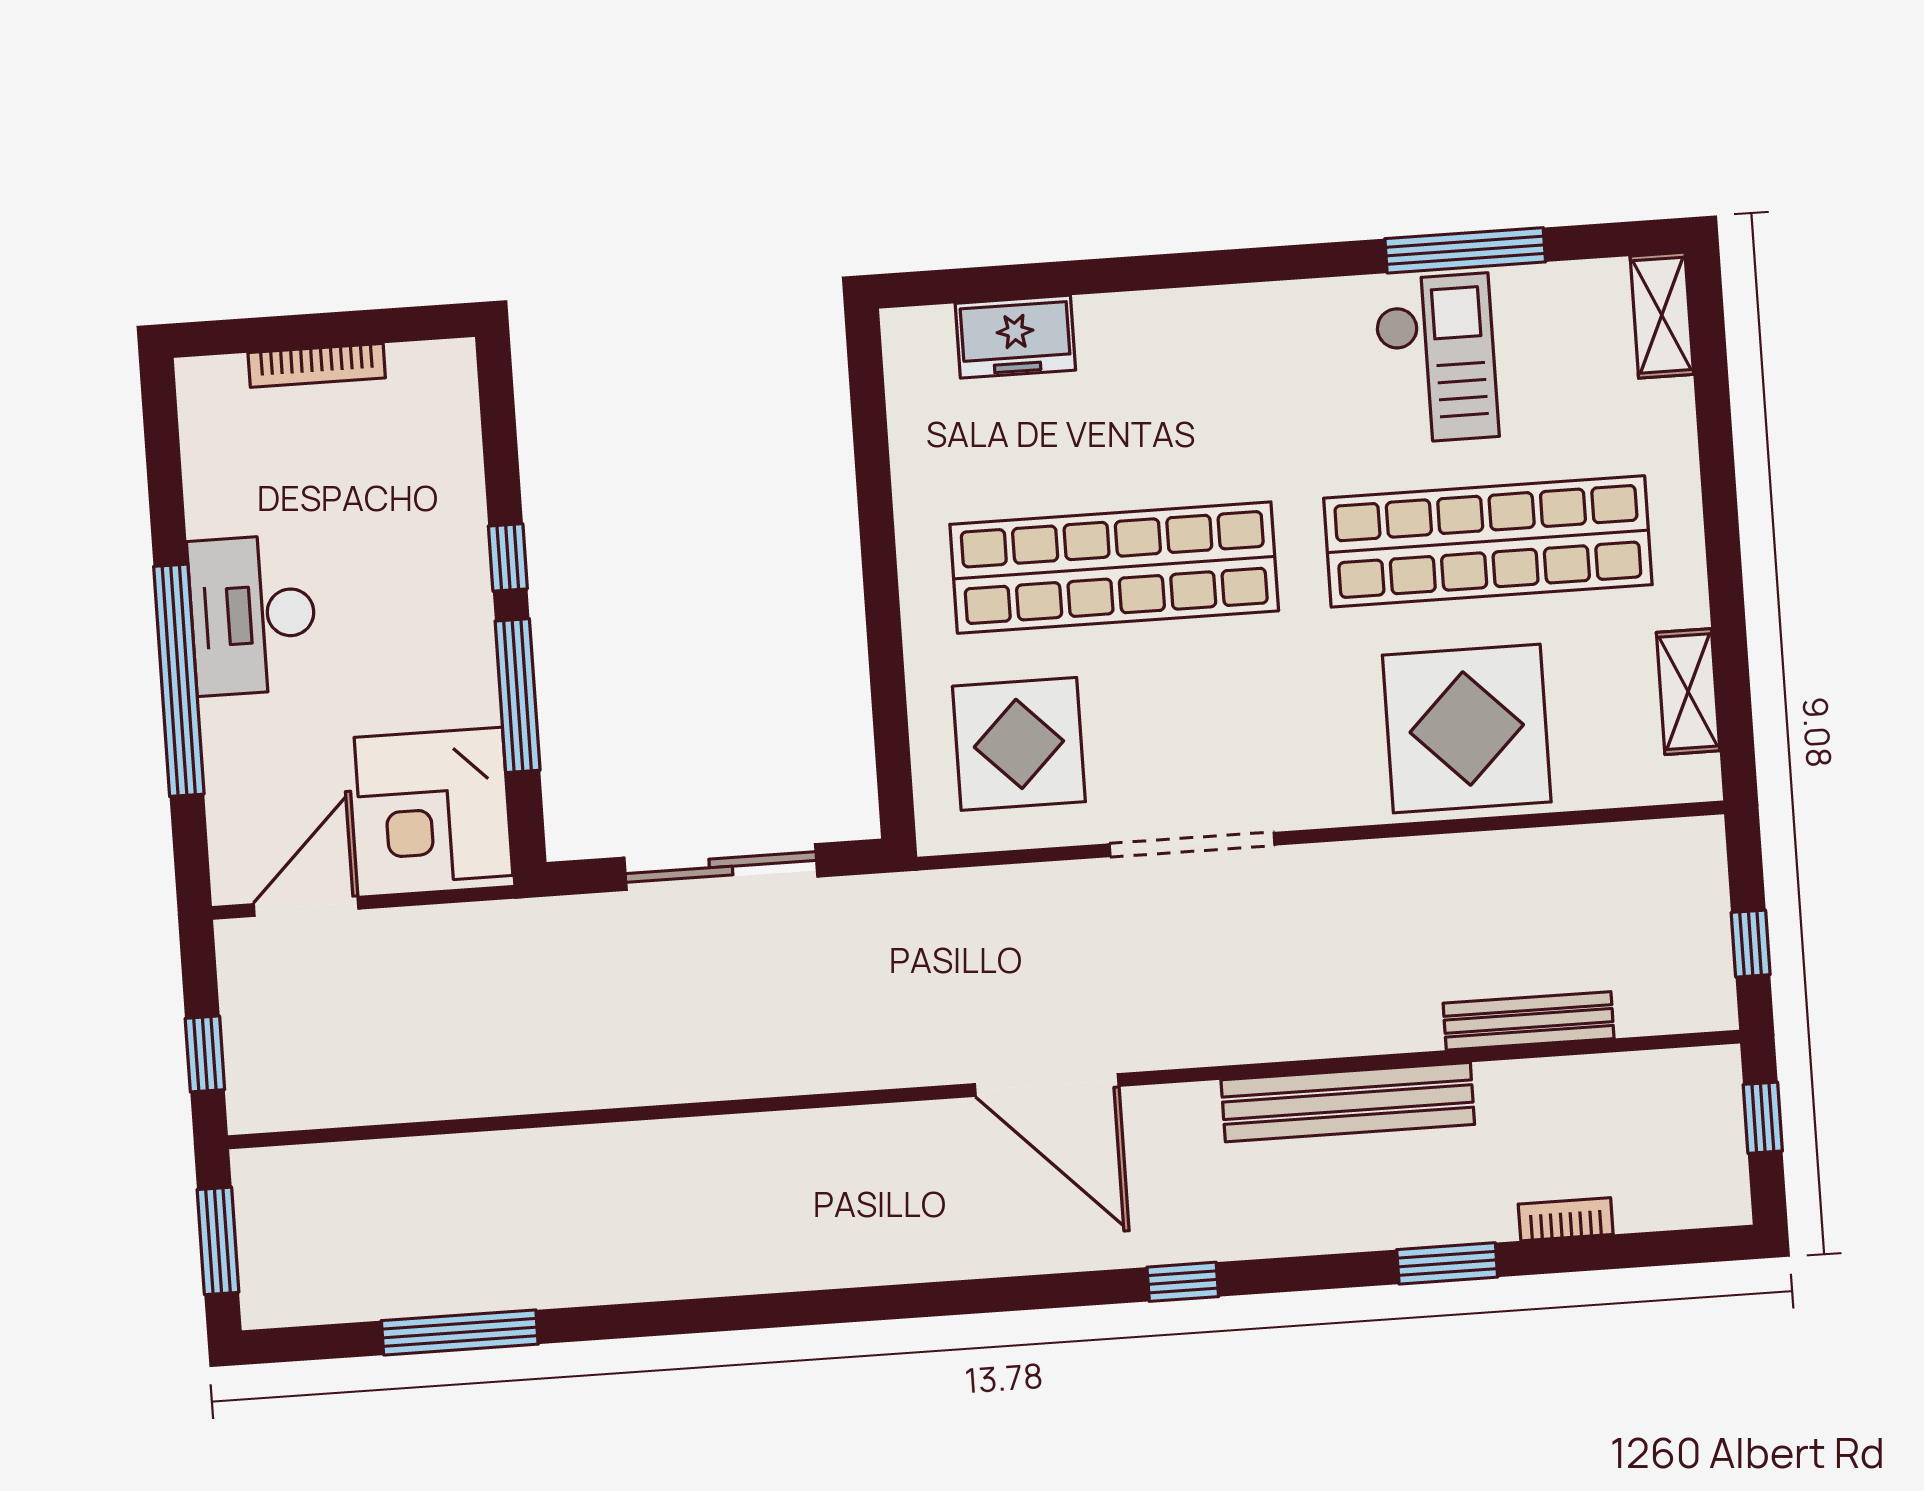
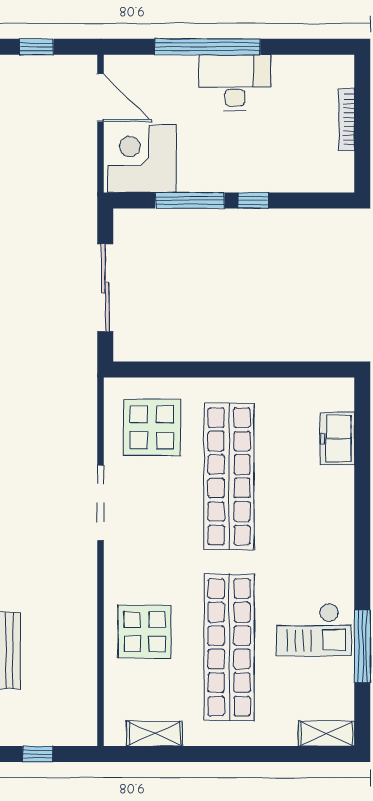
display table: (1467, 728) -> (145, 632), width x0.73, depth x0.73

